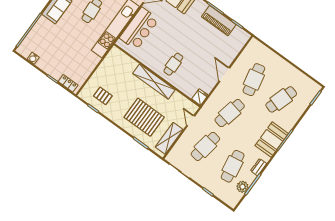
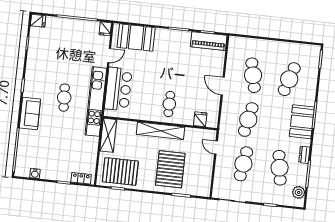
piano: (219, 21) -> (209, 41), moved
pallet: (103, 96) -> (120, 171), width x2.05, depth x2.00
fridge: (200, 97) -> (200, 119), moved
pallet: (144, 117) -> (170, 169), turned 90
shelving: (169, 138) -> (108, 135), moved
plant: (242, 187) -> (299, 192), moved

